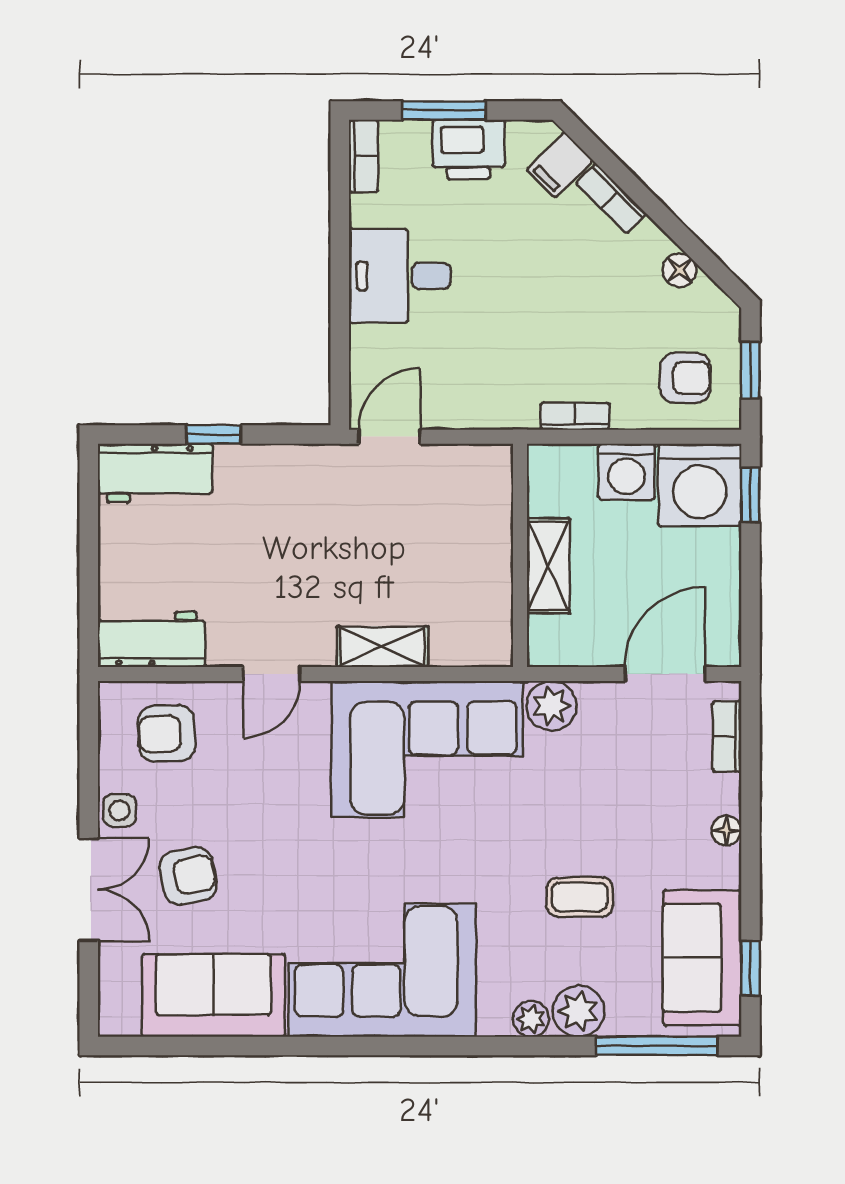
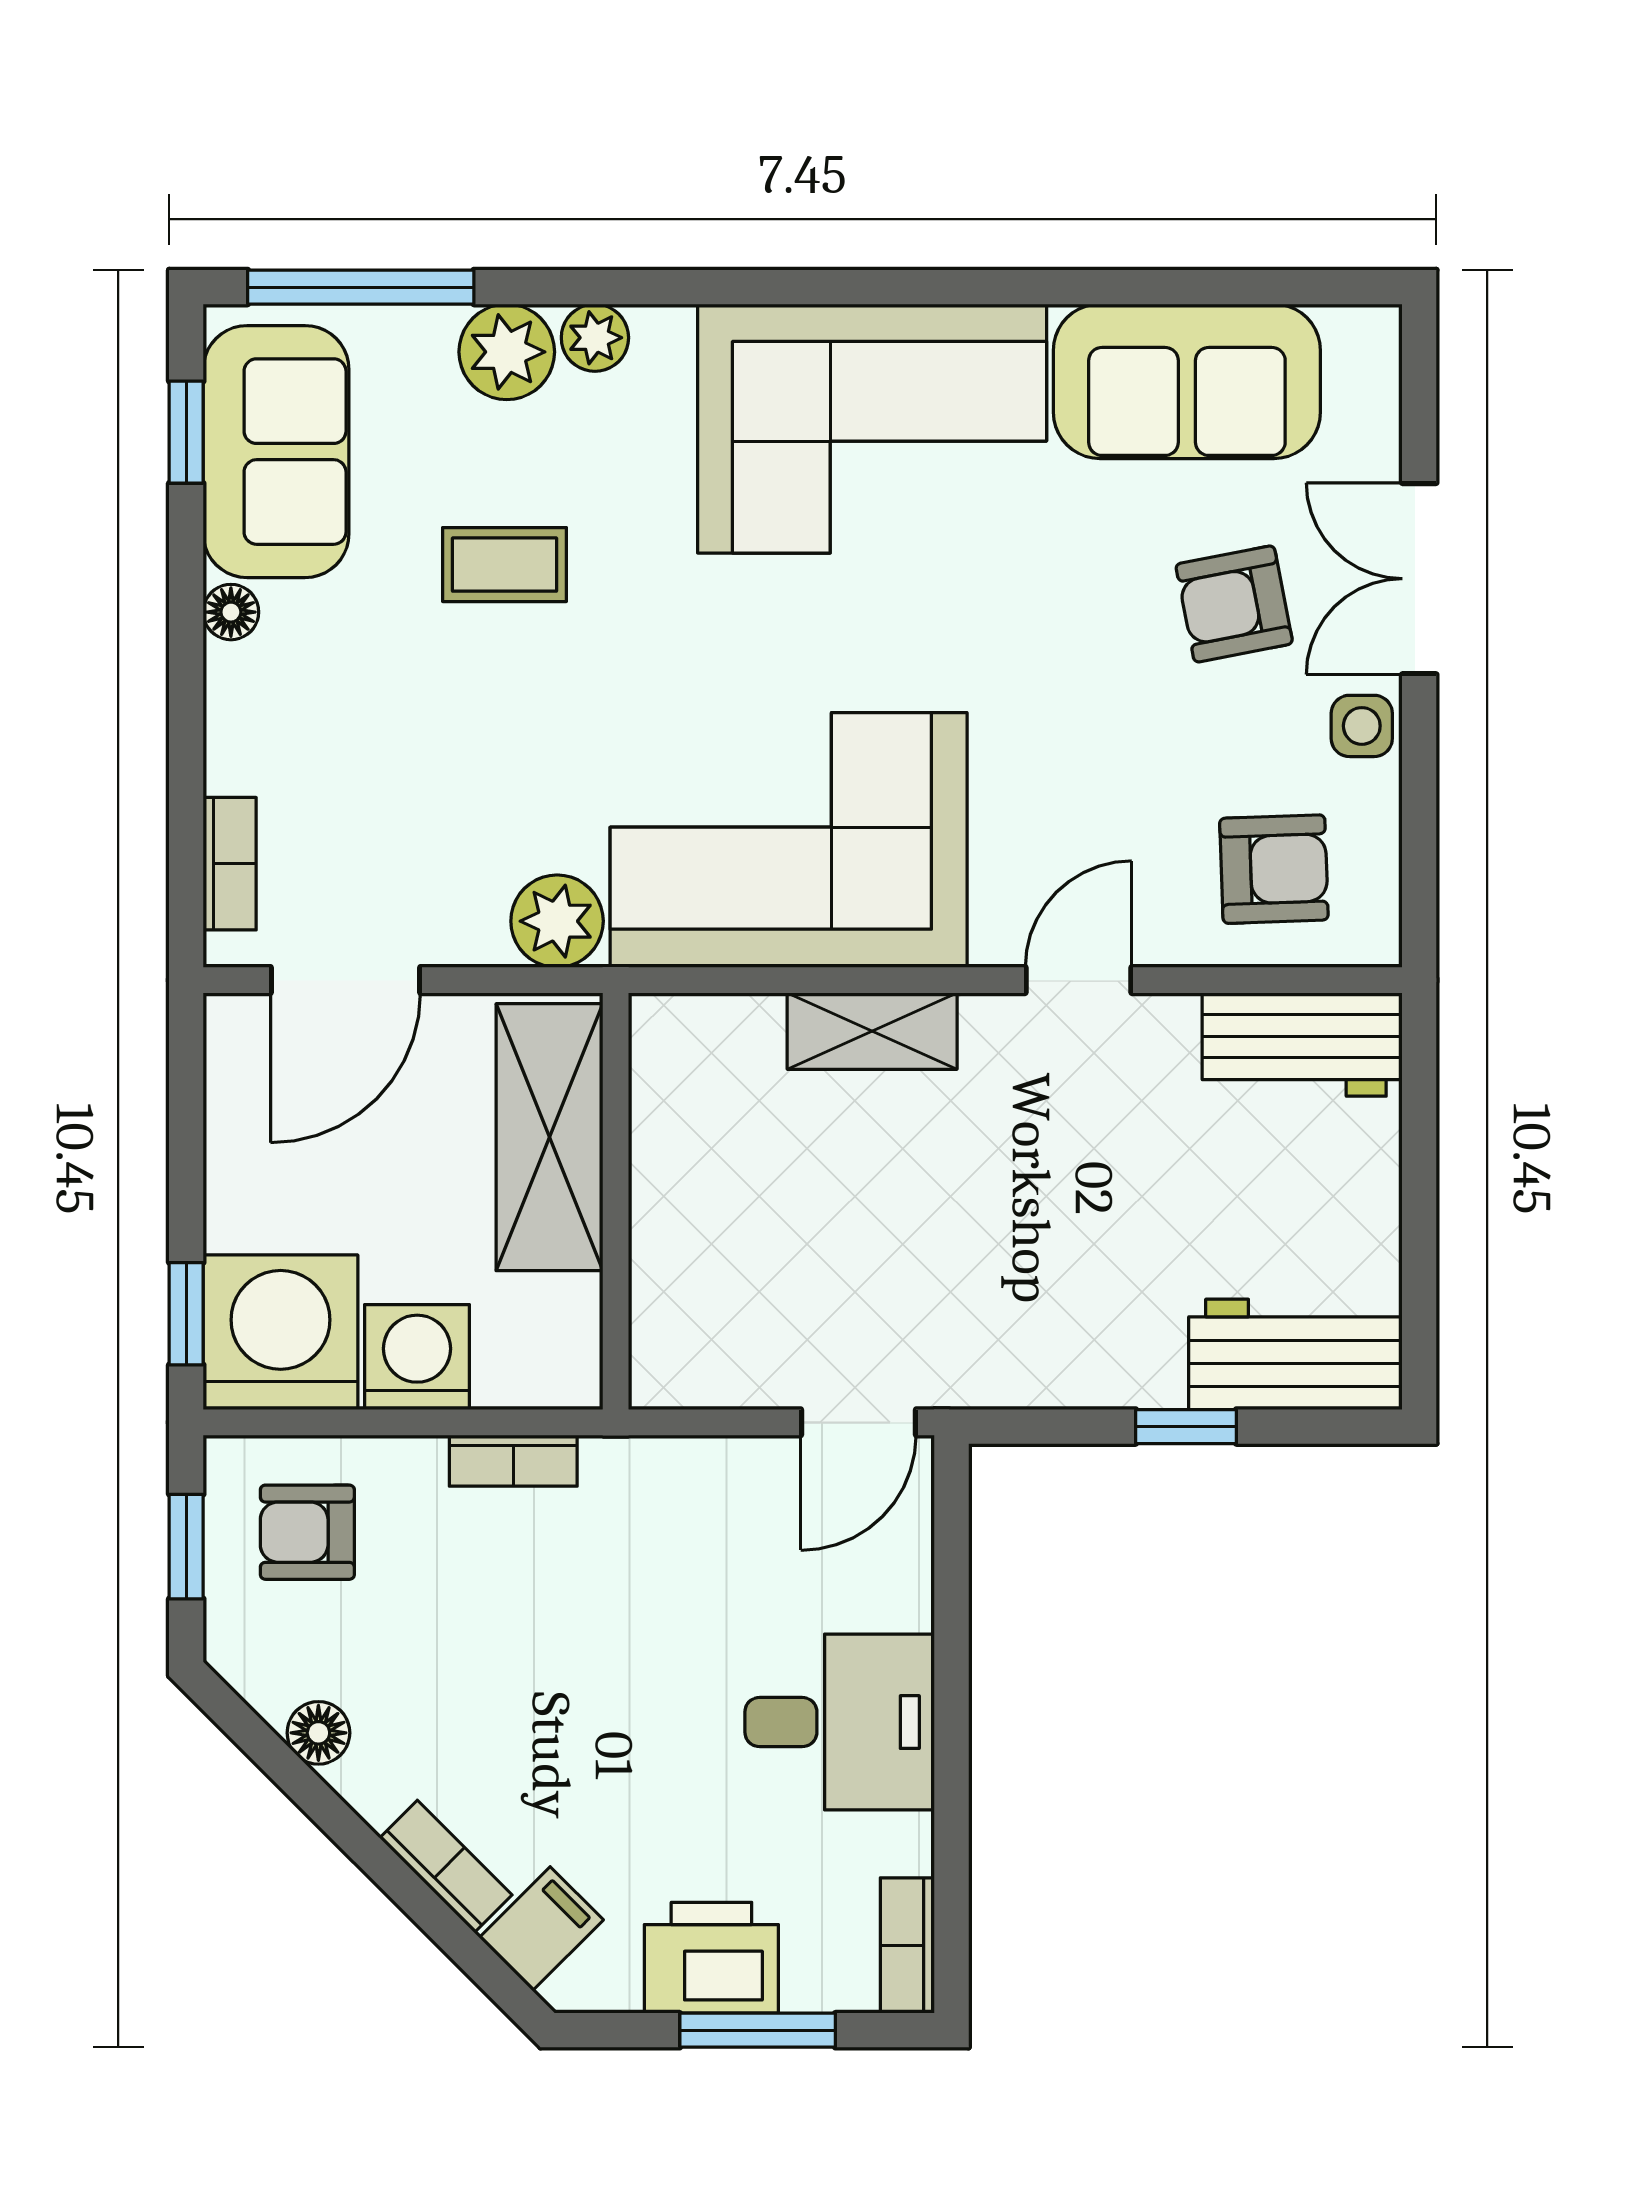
shelving: (548, 566) -> (549, 1137), width x1.50, depth x1.33
floor lamp: (726, 830) -> (231, 612), moved

